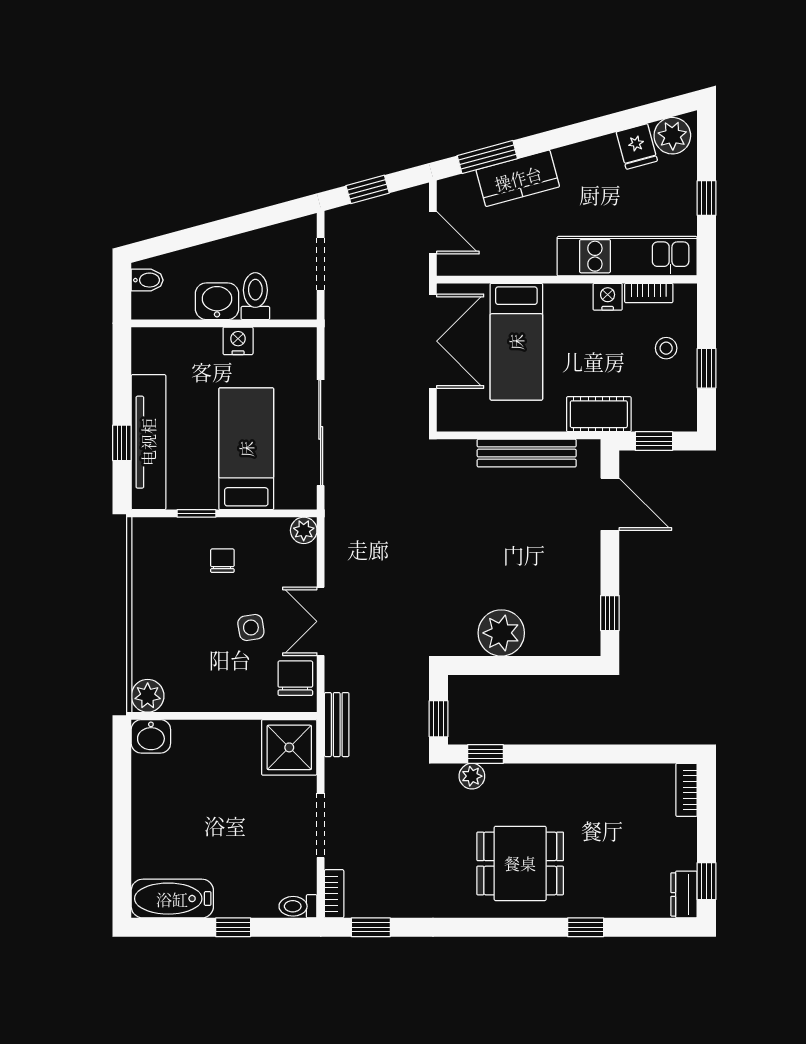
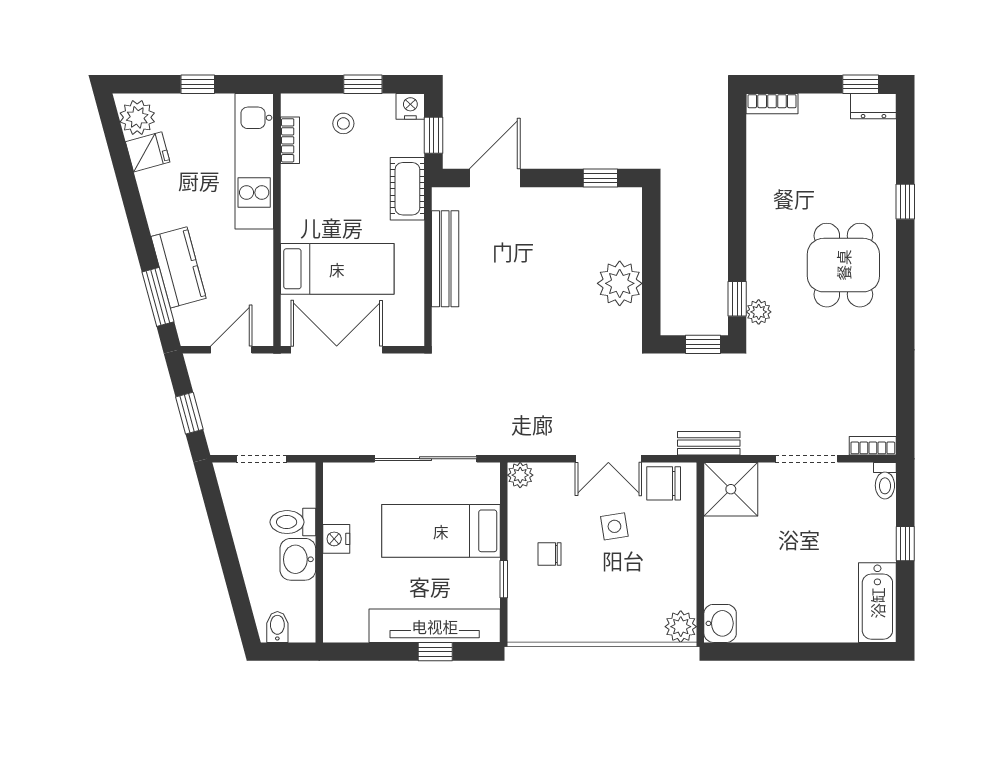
nightstand: (608, 297) -> (410, 106), moved, turned 90
window: (371, 927) -> (905, 410), removed

